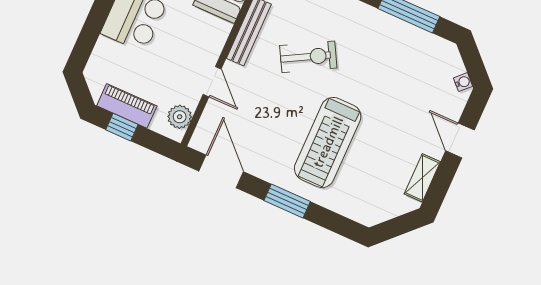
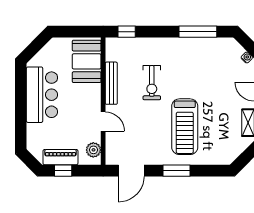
exercise bike: (308, 57) -> (152, 83), turned 119
door: (221, 171) -> (131, 171), swing flipped

